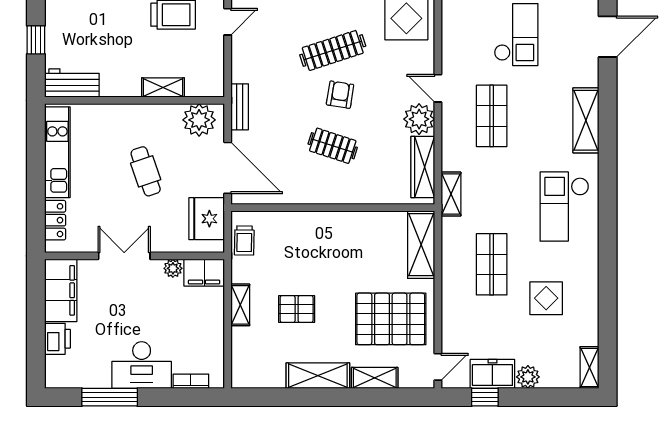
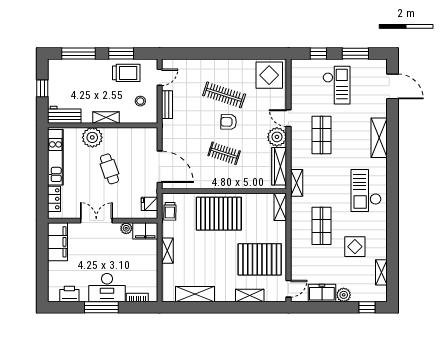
door: (608, 37) -> (393, 86), hinge flipped
clothes rail: (333, 50) -> (224, 95), turned 36
stool: (196, 61) -> (140, 101), added
shelving: (163, 87) -> (106, 117), moved
armchair: (340, 95) -> (229, 122), turned -97
bench: (240, 107) -> (167, 105), moved
plant: (199, 120) -> (92, 137), moved
fridge: (207, 219) -> (150, 204), width x0.53, depth x0.75
shelving: (421, 245) -> (280, 207), width x0.67, depth x0.75
pallet: (297, 309) -> (219, 214), moved, width x2.05, depth x2.00
printer: (57, 339) -> (69, 294), moved, turned -90
shelving: (589, 368) -> (381, 272), moved
shelving: (318, 376) -> (195, 294), moved
window: (110, 397) -> (101, 307), moved
window: (485, 397) -> (367, 307), moved

